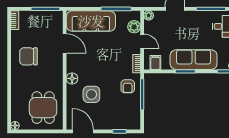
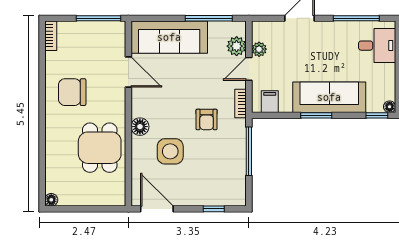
plant: (149, 15) -> (259, 49), moved
door: (142, 41) -> (249, 69), swing flipped
armchair: (128, 86) -> (207, 119), moved
dining table: (43, 108) -> (100, 148), moved

